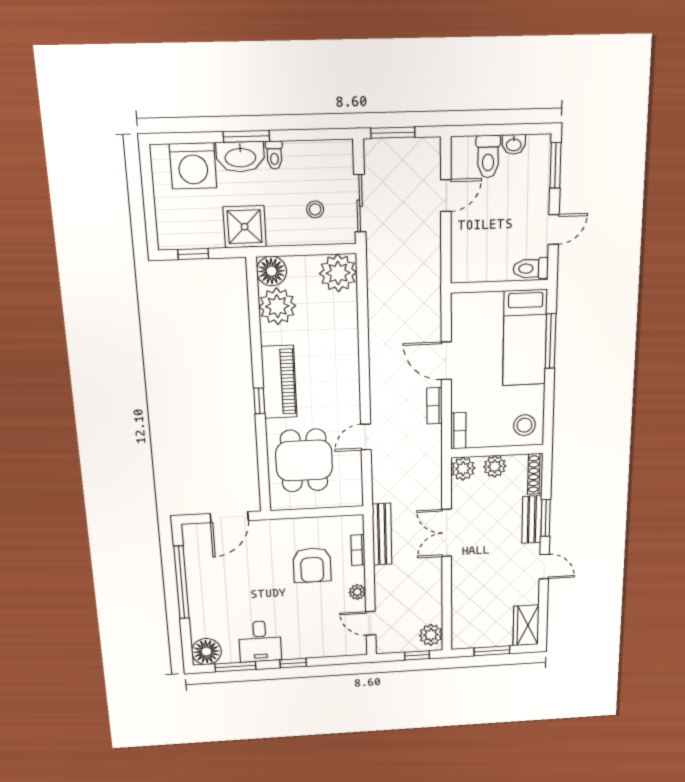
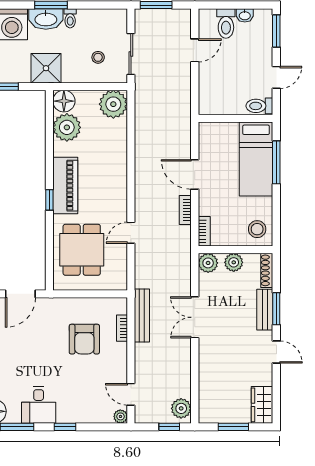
plant: (357, 592) -> (120, 416), moved

